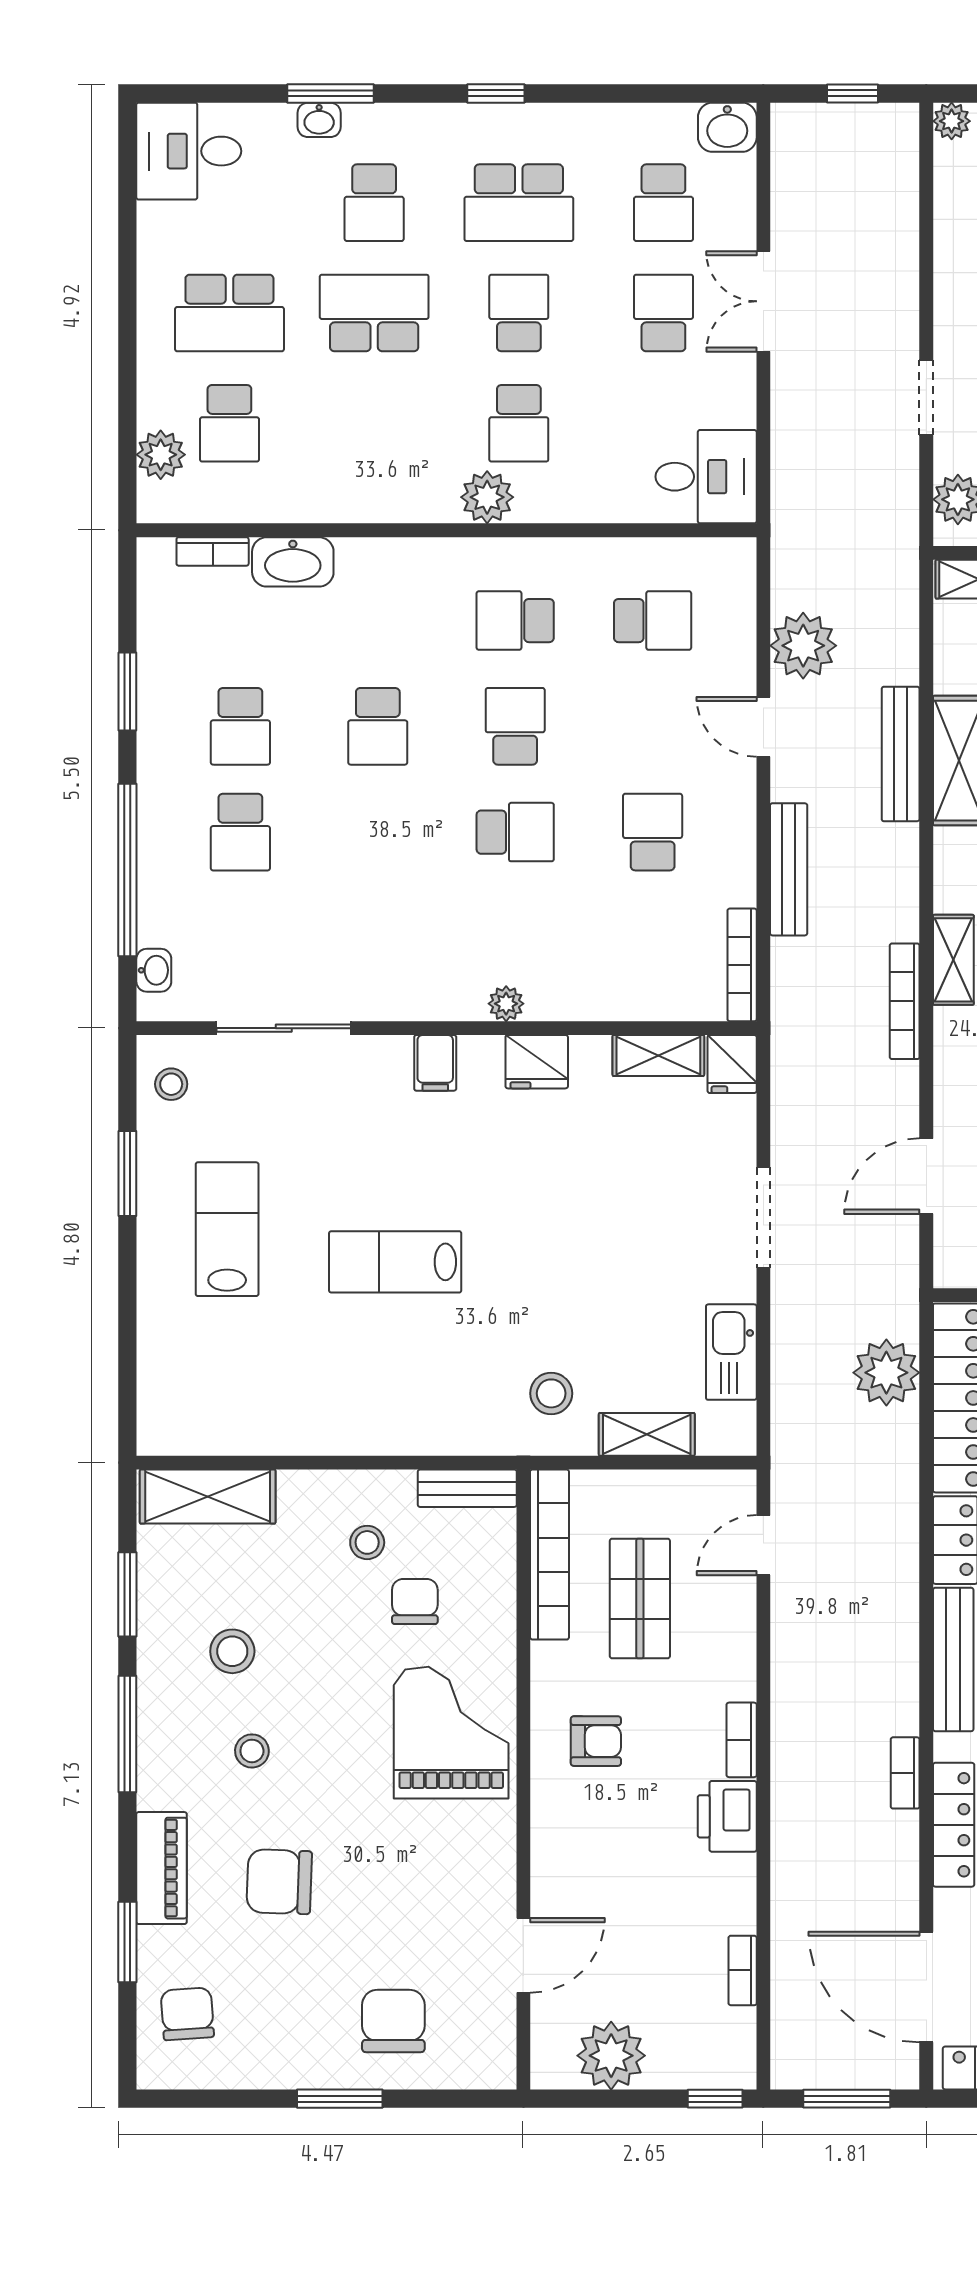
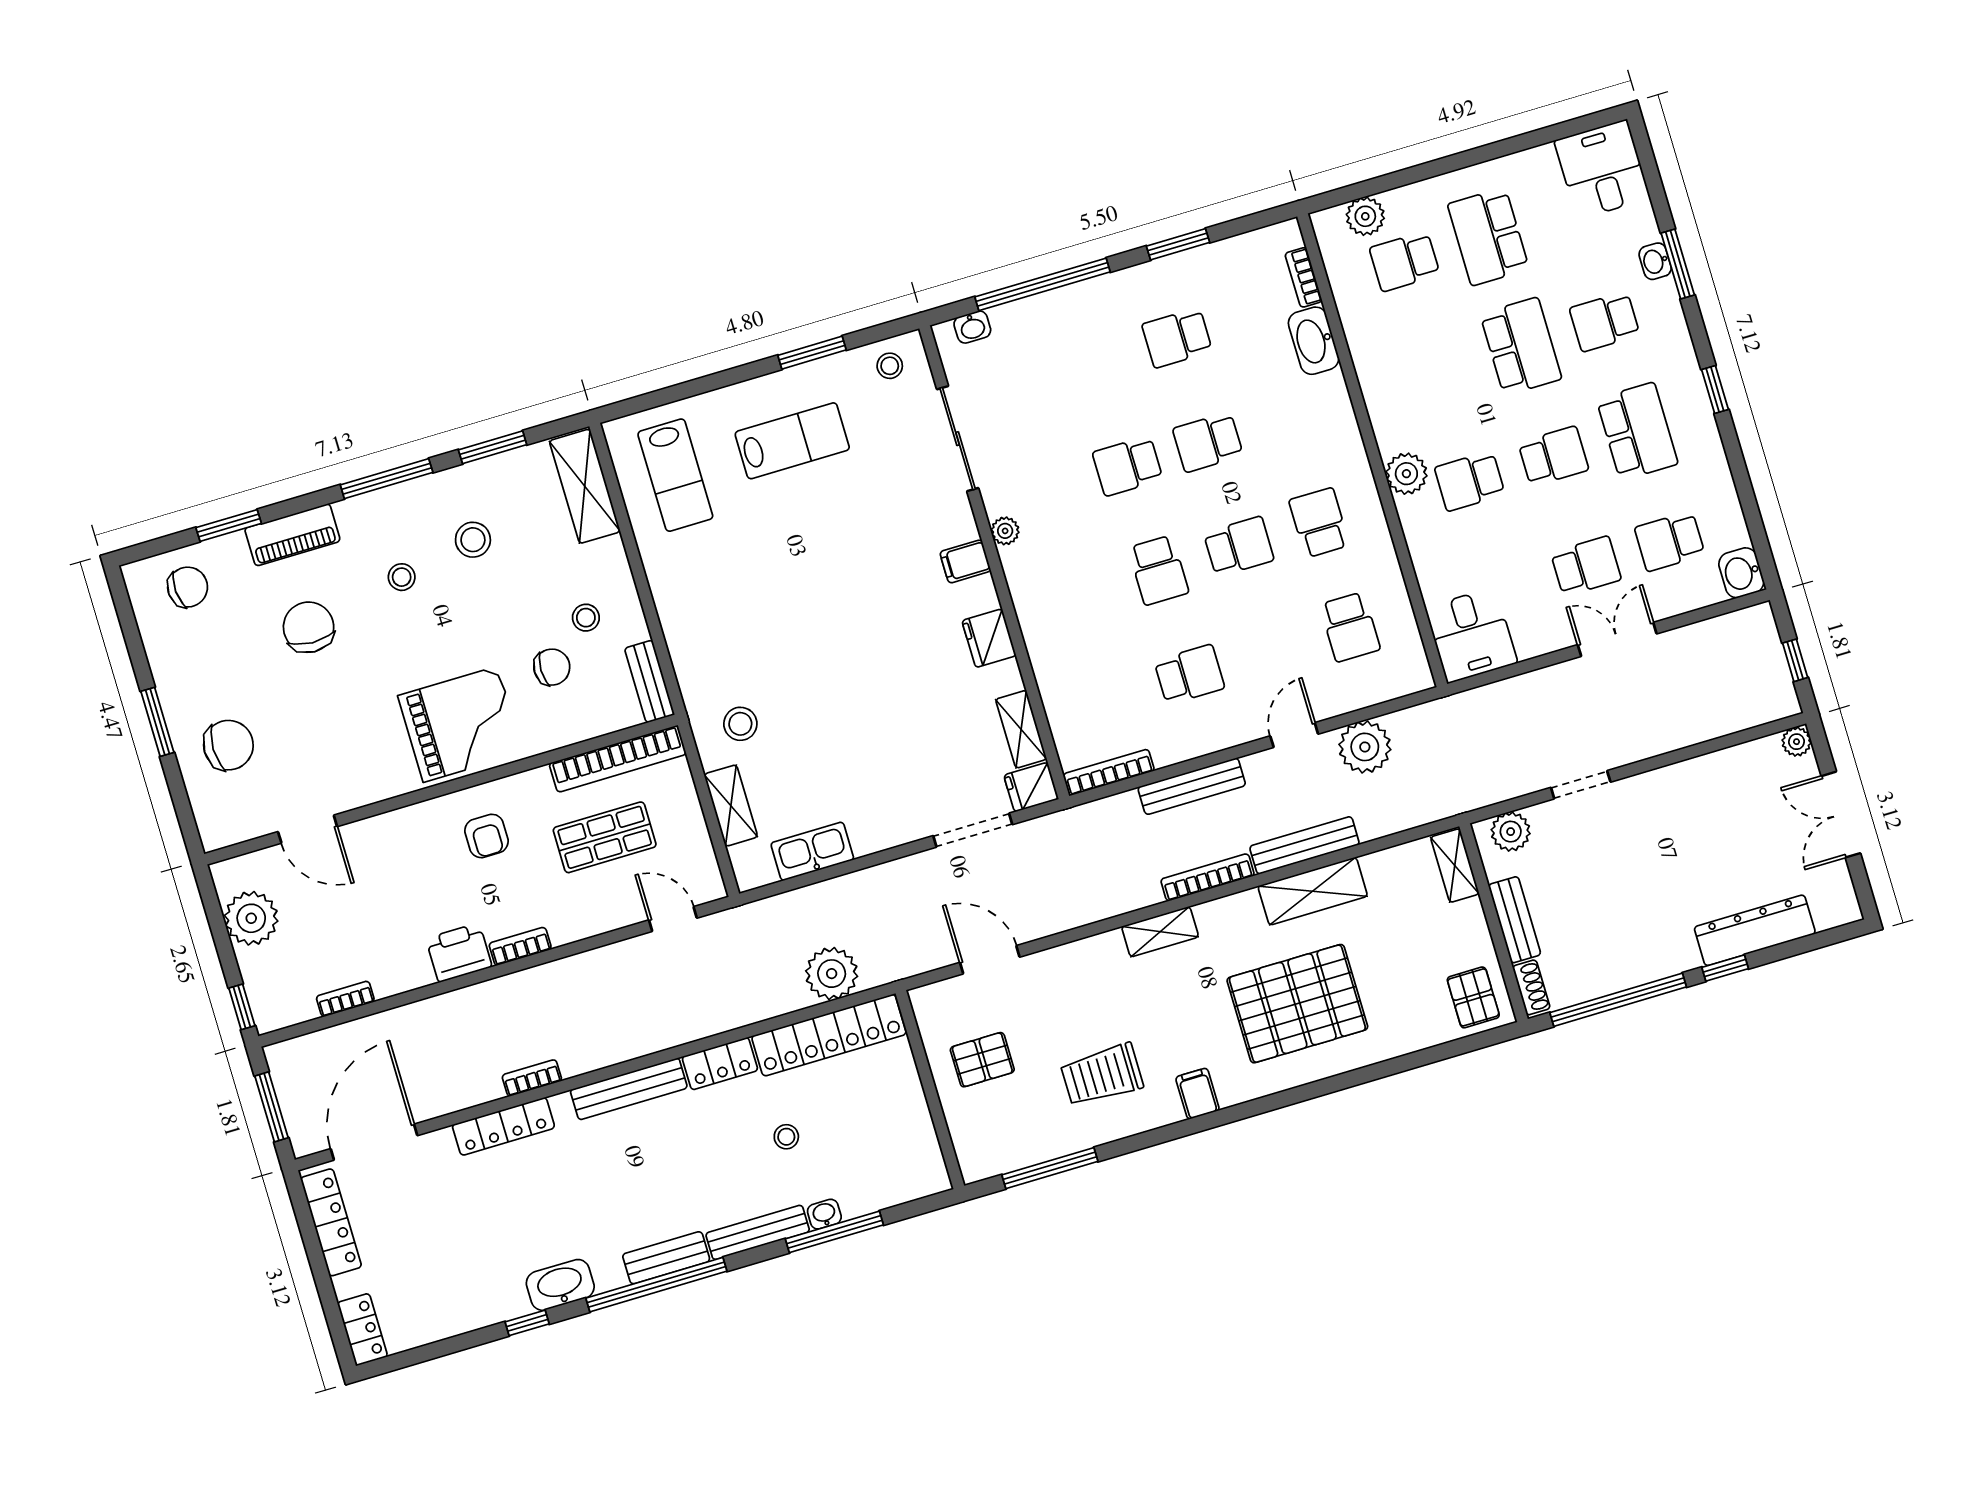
school desk: (519, 203) -> (1637, 431), turned 180
school desk: (240, 832) -> (1128, 466), moved
bookcase: (905, 1001) -> (1208, 877), moved
plant: (506, 1004) -> (1005, 531), moved
doorway: (763, 1218) -> (973, 830), moved
lab bench: (395, 1262) -> (675, 475), moved, turned 180

